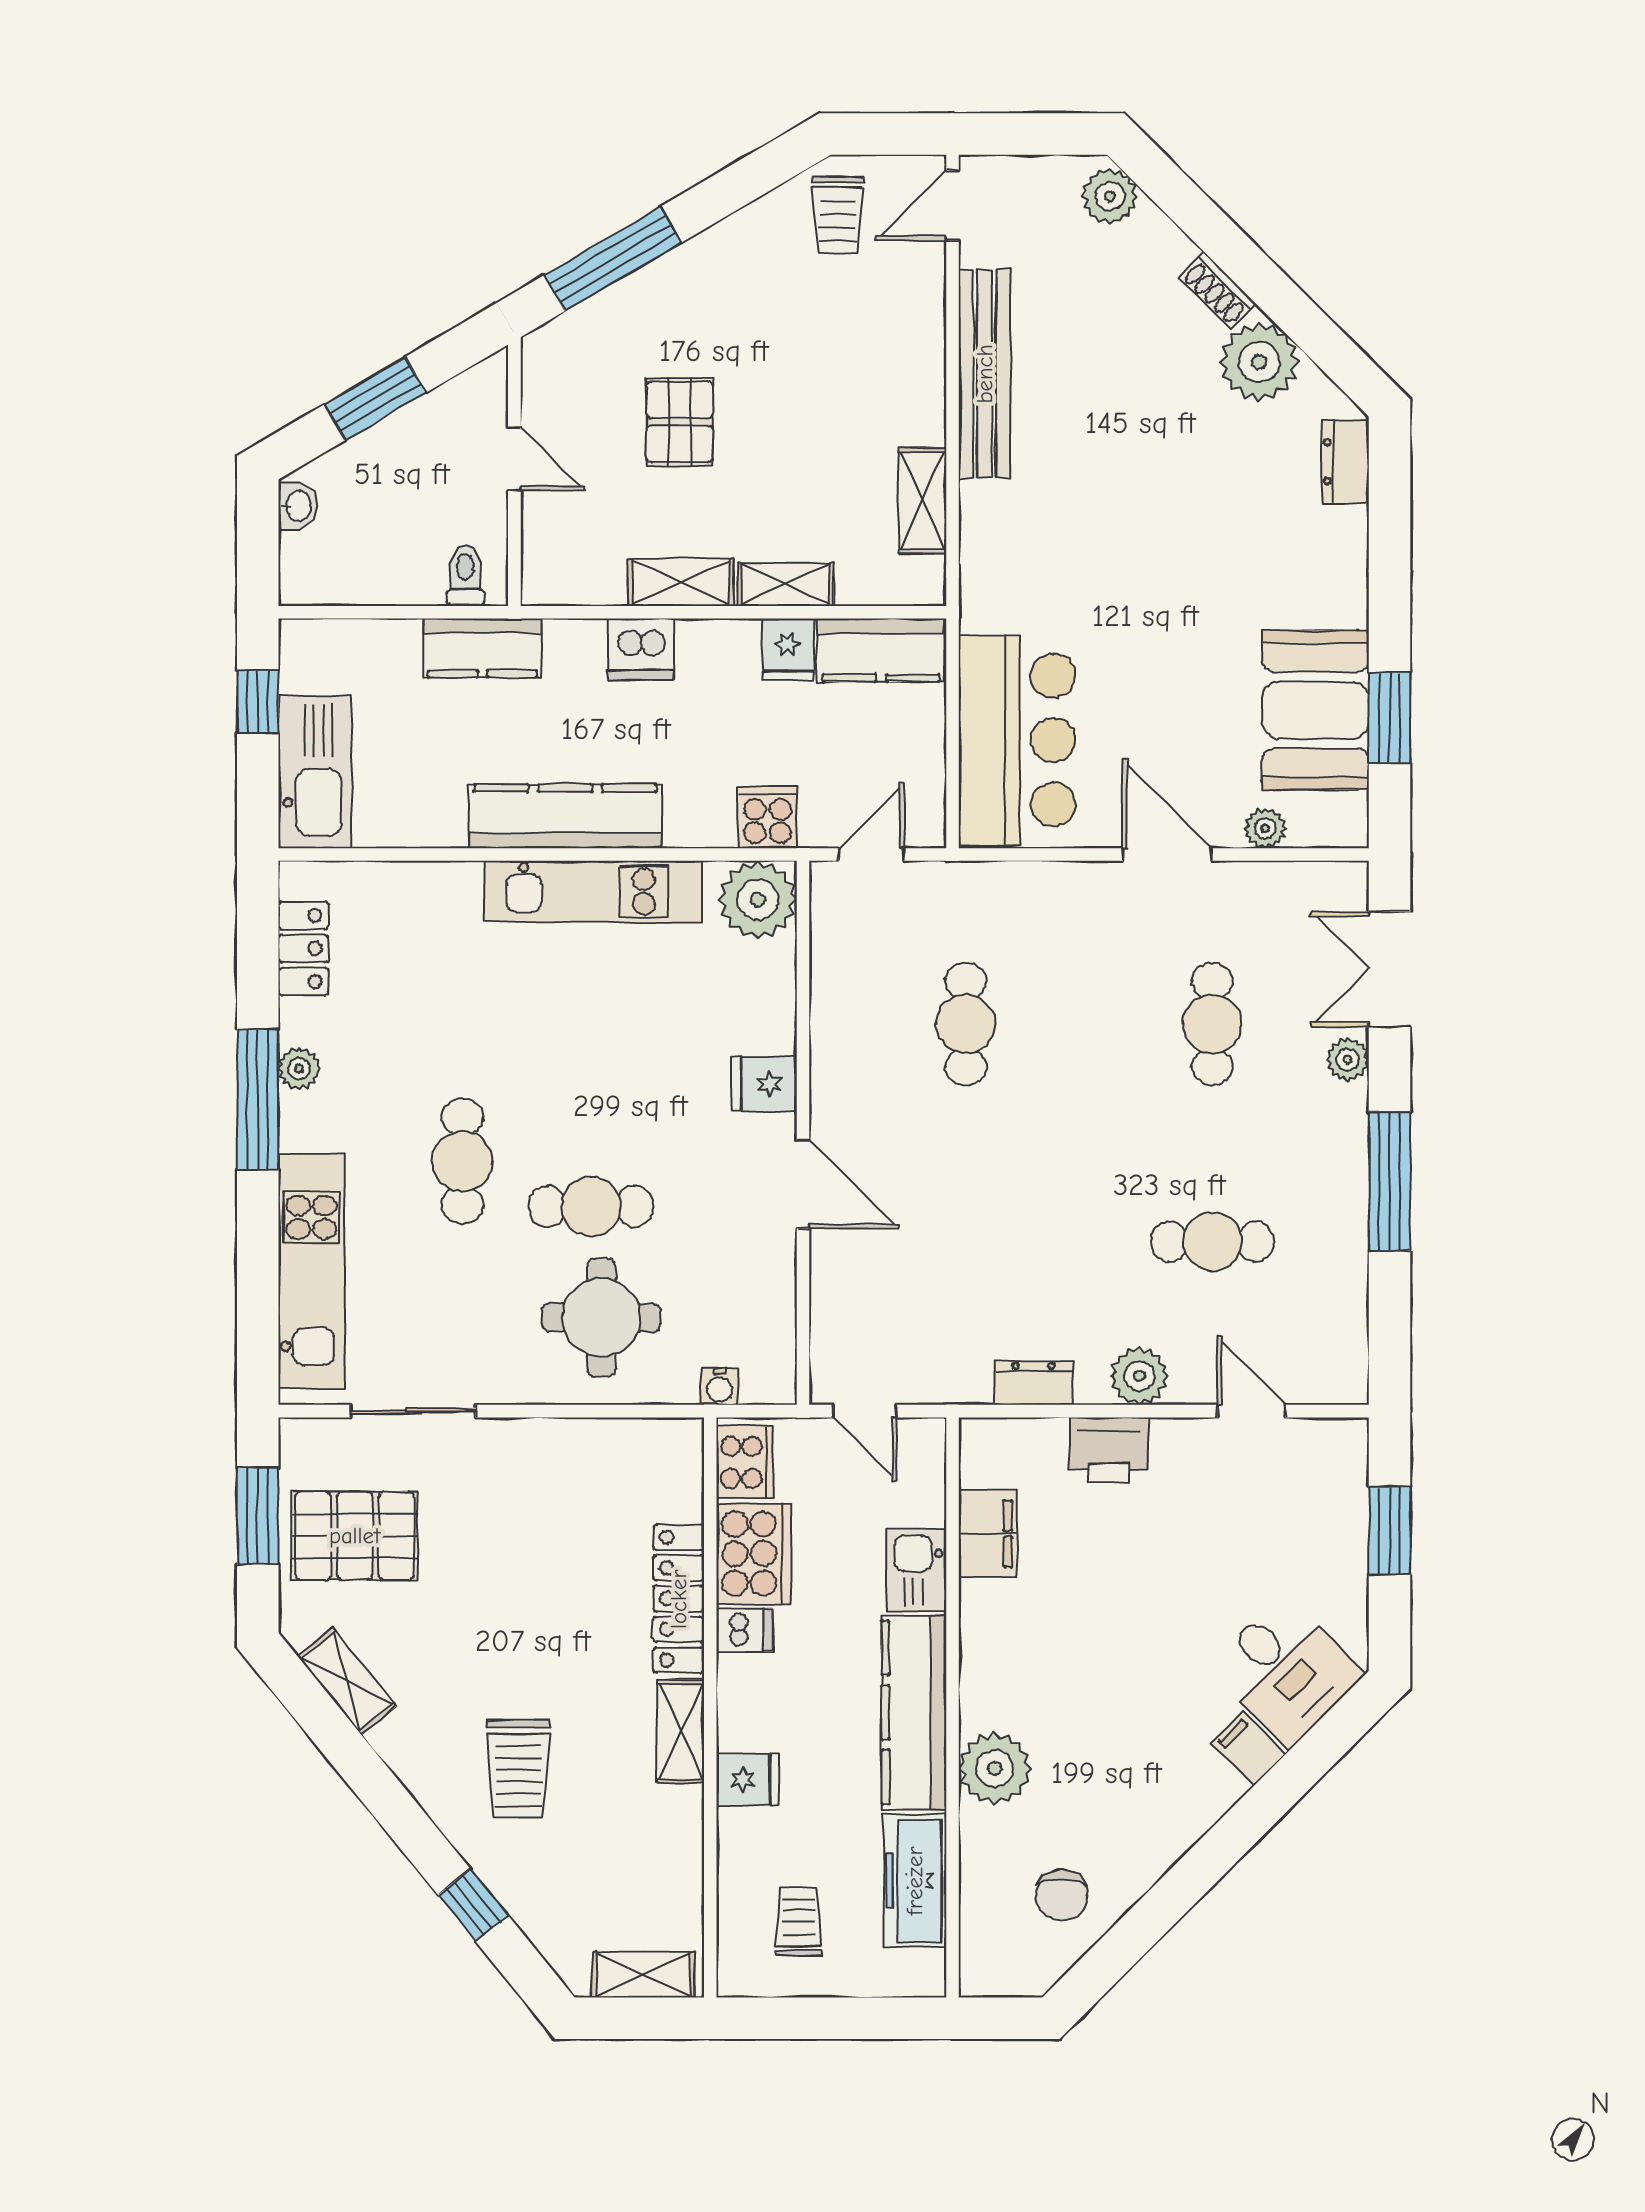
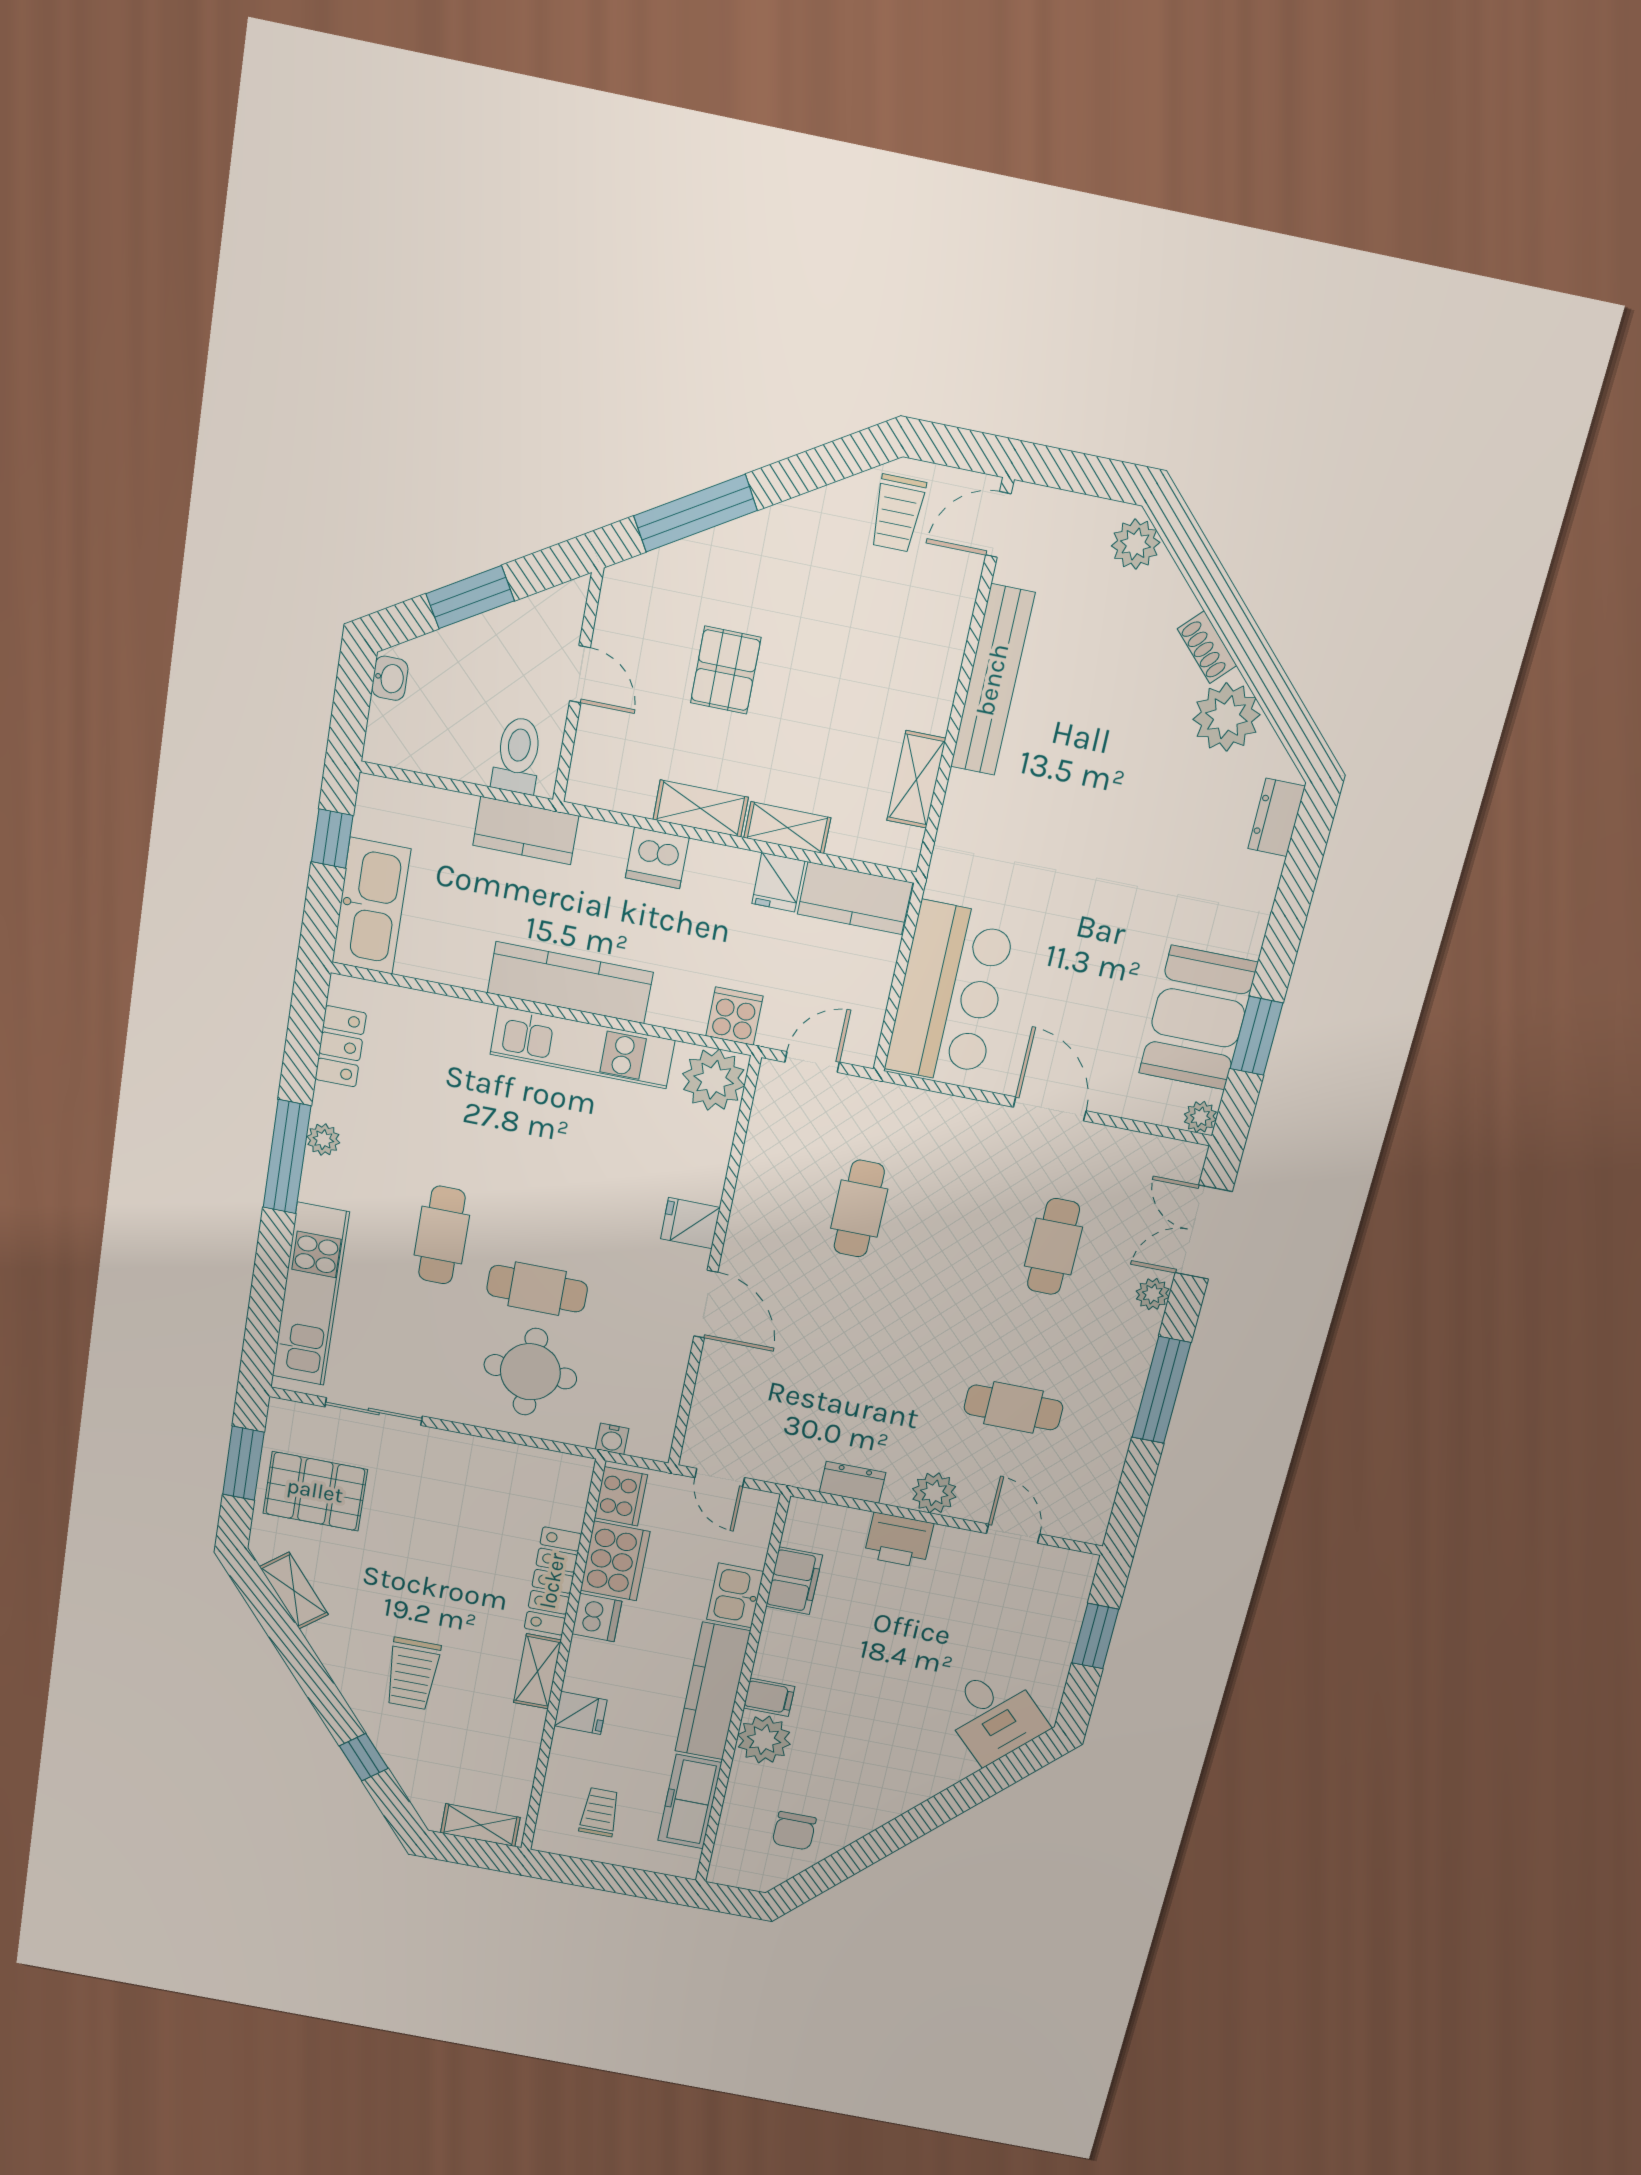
toilet: (465, 575) -> (518, 755), width x1.37, depth x1.39
plant: (1265, 828) -> (1200, 1117), moved
dishwasher: (744, 1630) -> (597, 1618), width x1.38
filing cabinet: (1249, 1749) -> (769, 1697), moved, turned 135

